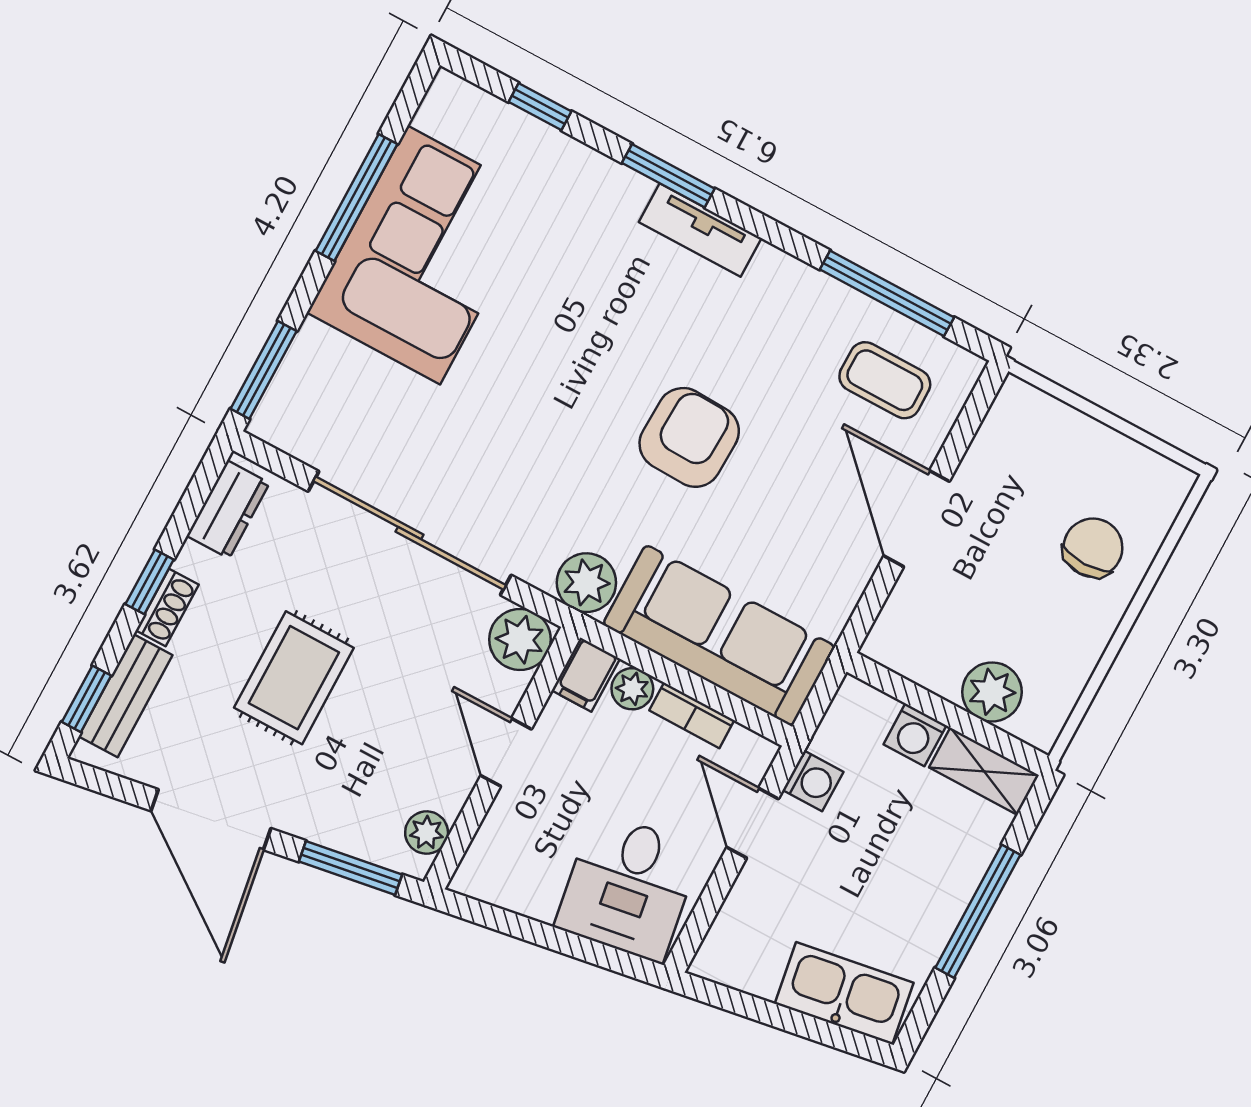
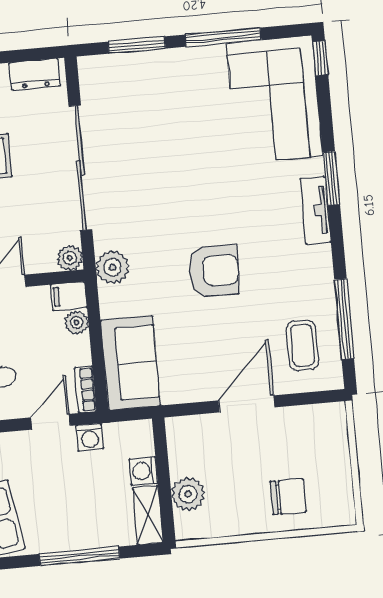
window: (540, 107) -> (320, 58), moved
corner sofa: (424, 255) -> (275, 99), moved, turned 90
window: (264, 370) -> (137, 45), moved
sofa: (719, 635) -> (131, 363), width x0.73
plant: (520, 639) -> (70, 258), width x0.73, depth x0.73
bookcase: (692, 715) -> (85, 390), moved

